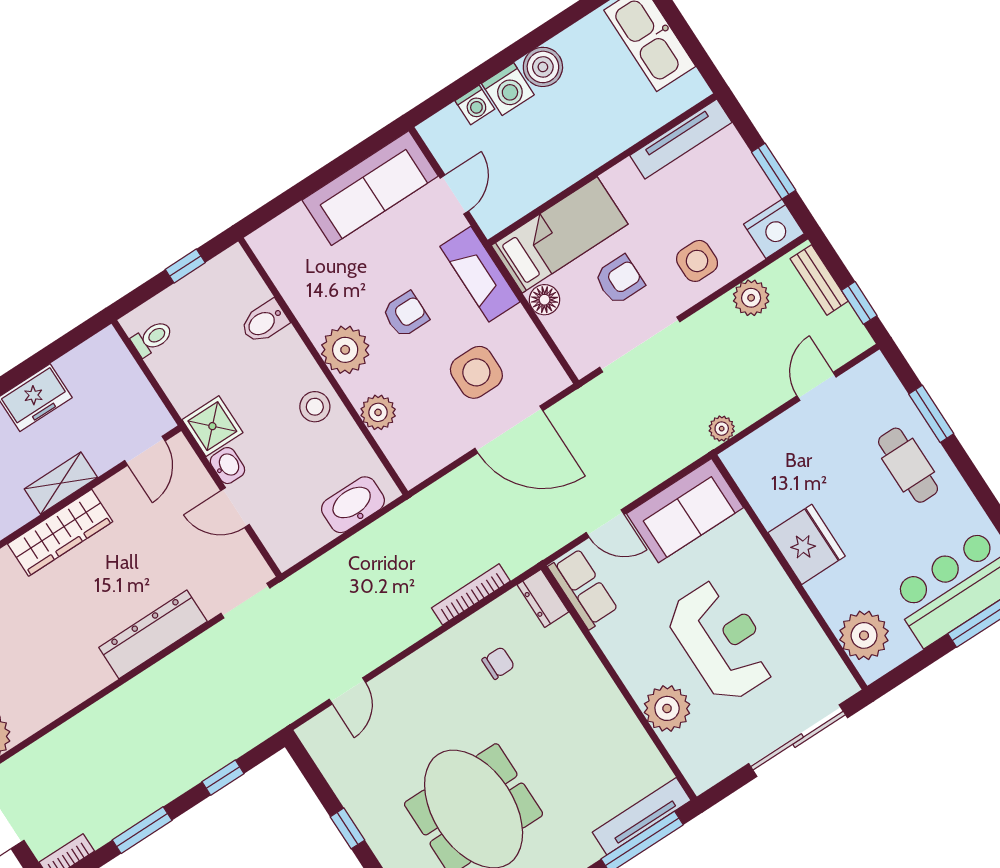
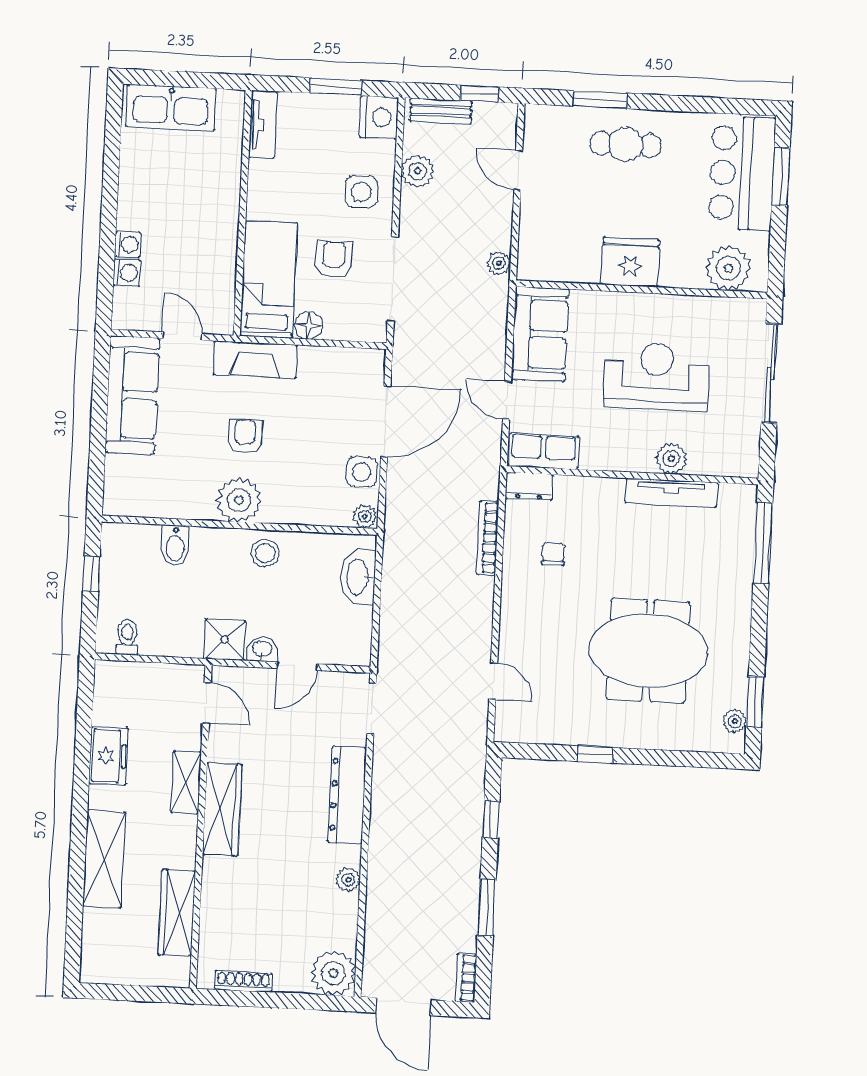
boiler: (543, 67) -> (135, 202), removed
washing machine: (508, 89) -> (128, 245), width x0.73, depth x0.73
tv unit: (681, 139) -> (263, 125), width x0.71
side table: (476, 372) -> (362, 472), moved, width x0.73, depth x0.73
plant: (378, 412) -> (365, 517), moved, width x0.73, depth x0.73
door: (605, 524) -> (507, 400), swing flipped
plant: (78, 690) -> (348, 880), added
plant: (667, 708) -> (671, 459), width x0.73, depth x0.73
tv unit: (642, 816) -> (671, 493), moved, turned -90

